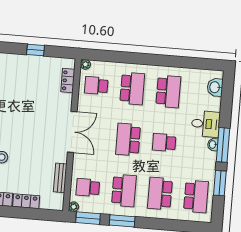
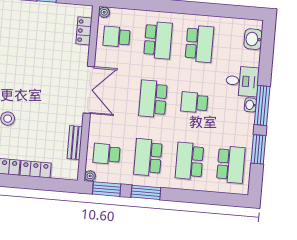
school desk: (124, 191) -> (148, 157), turned 180

